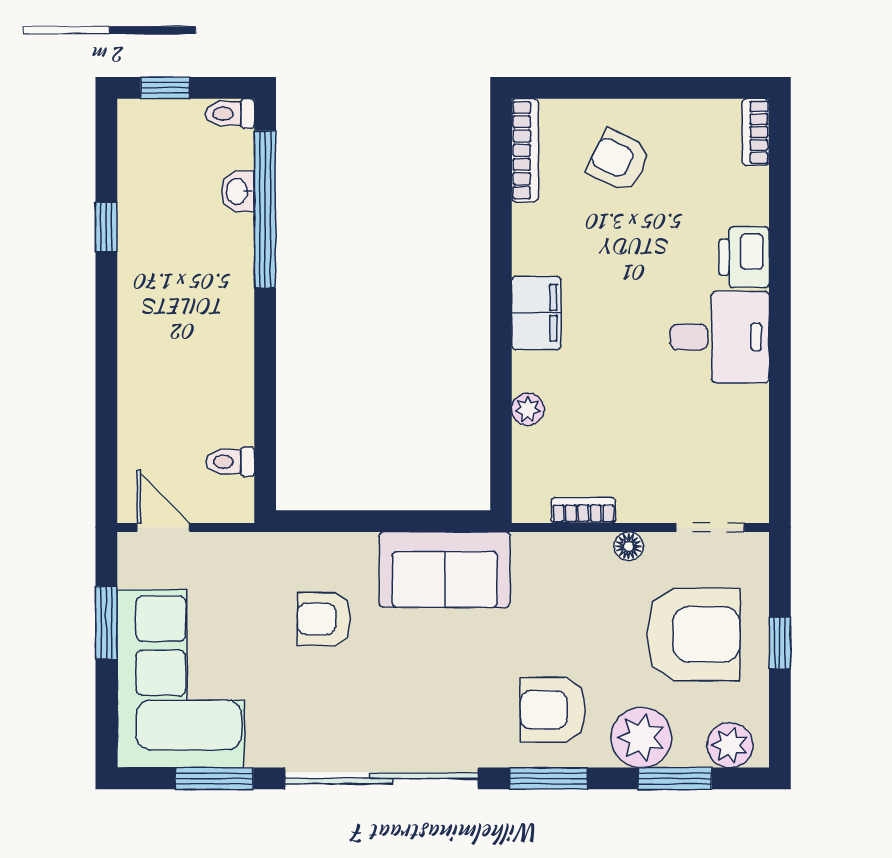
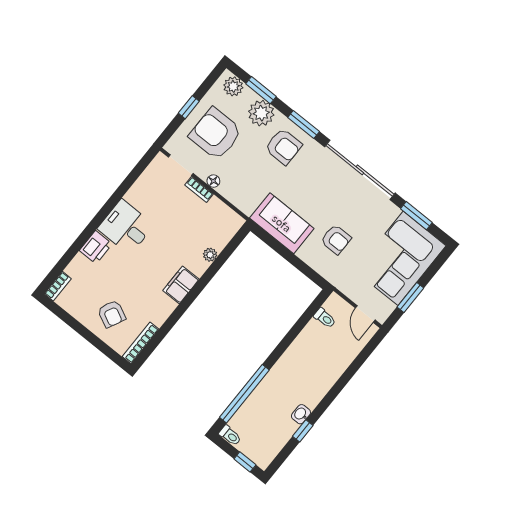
washbasin: (238, 191) -> (301, 414), moved, turned 180
bookcase: (583, 510) -> (199, 190), moved

